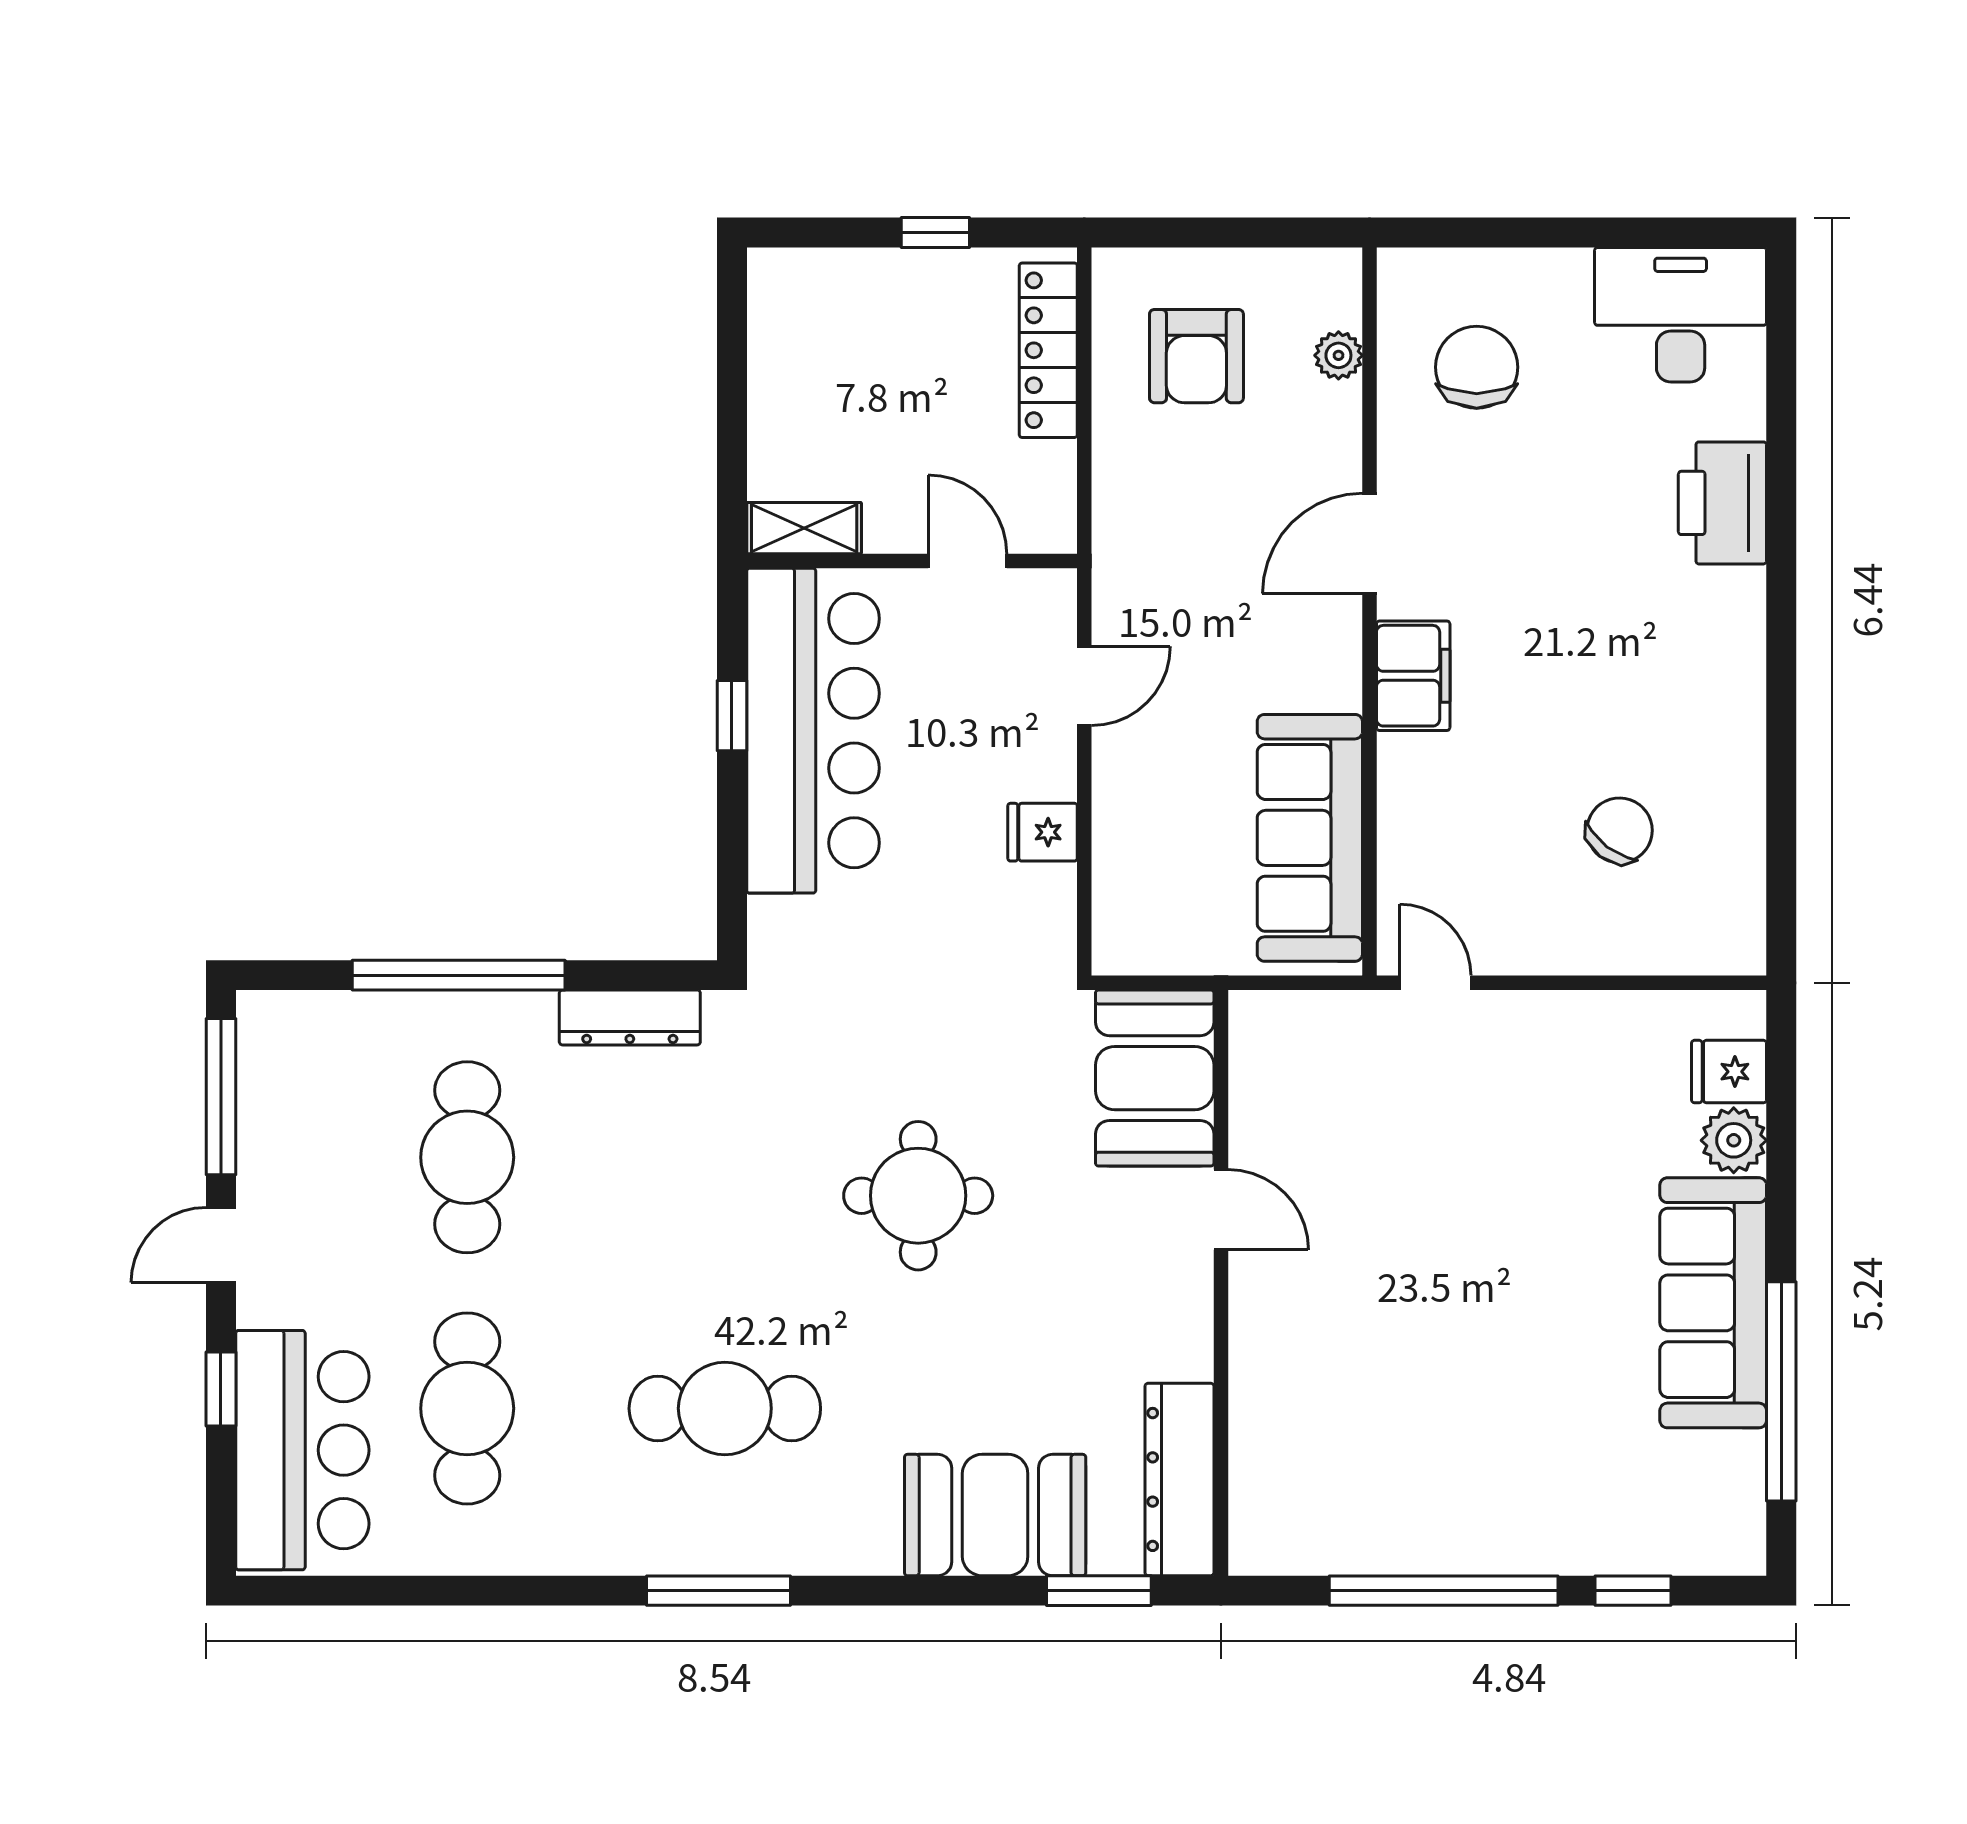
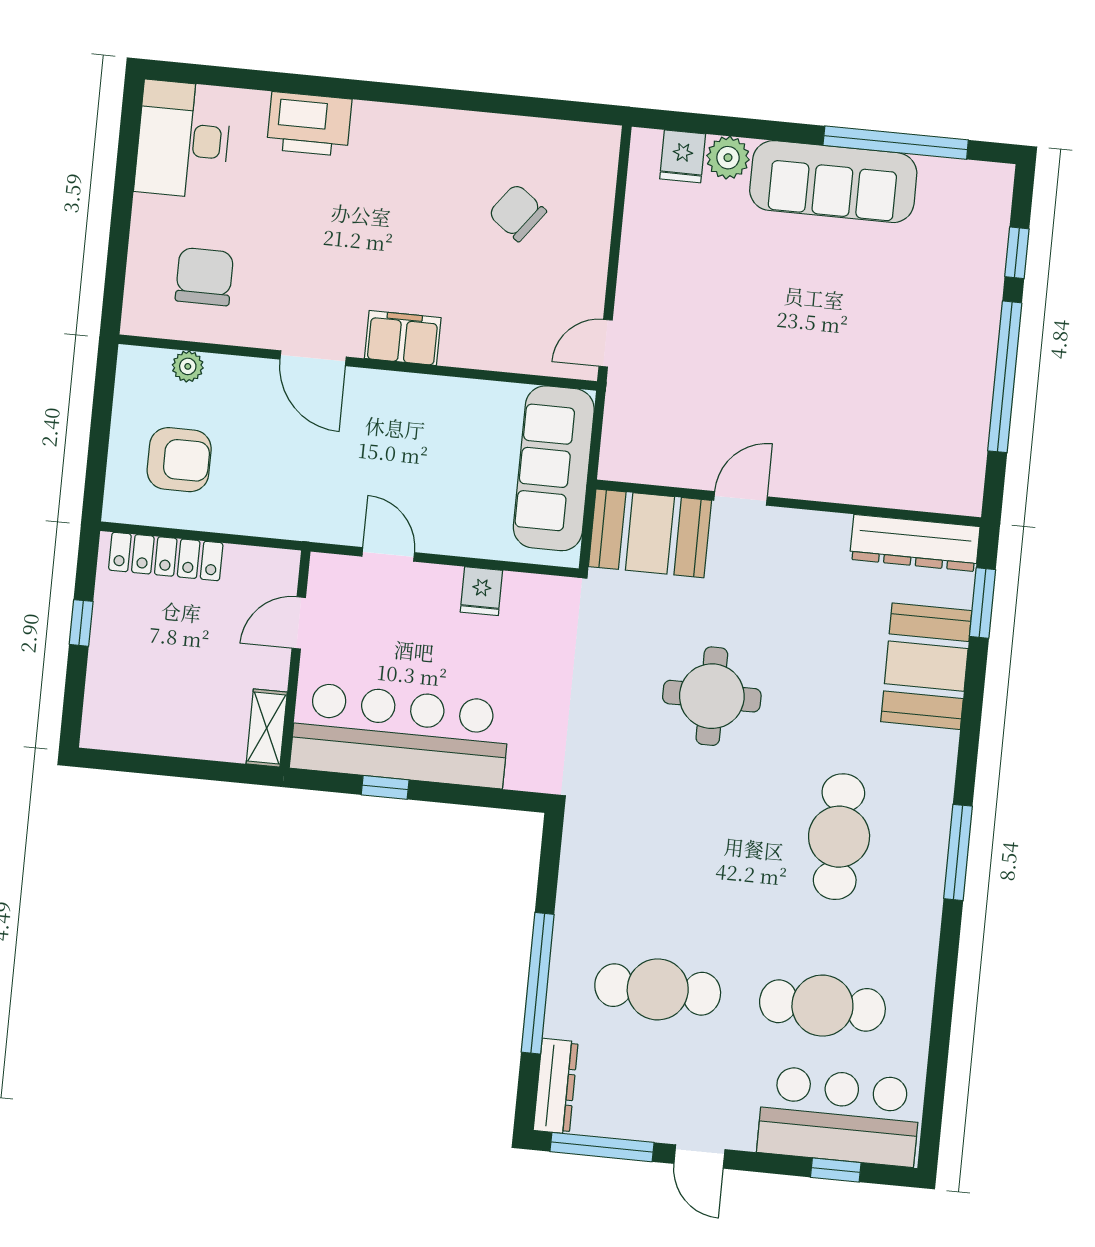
chair: (1477, 367) -> (204, 277), turned 90
sofa: (1310, 838) -> (554, 468), moved, turned 90
dresser: (630, 1017) -> (556, 1086), moved
window: (221, 1389) -> (836, 1170), moved

